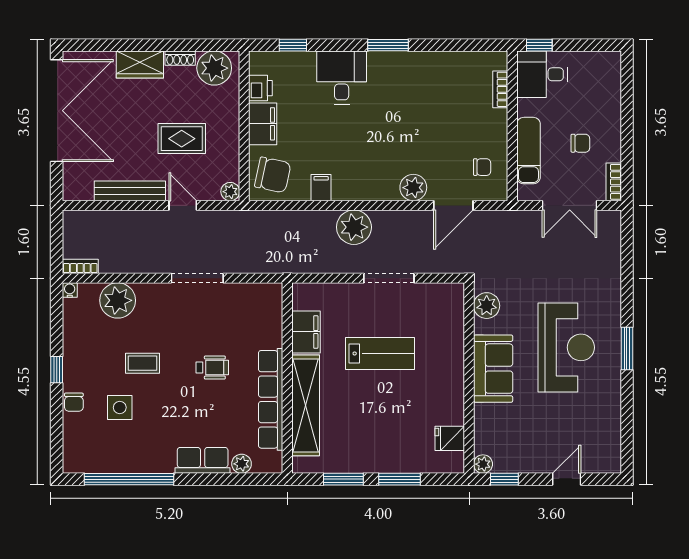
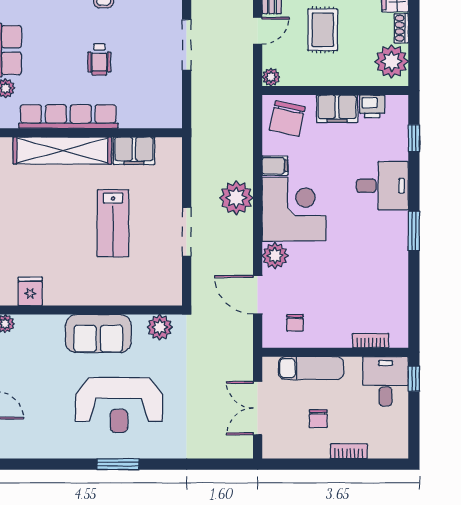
corner desk: (366, 168) -> (294, 209), added
bookcase: (614, 182) -> (349, 451), moved

